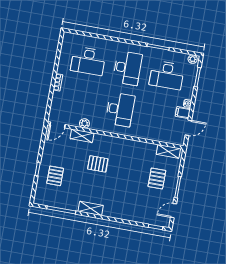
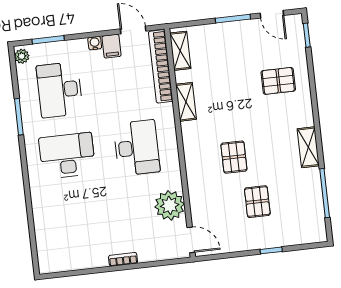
desk: (88, 61) -> (75, 222), removed
desk: (167, 75) -> (60, 90), turned 180
desk: (120, 109) -> (137, 148), turned 90
plant: (84, 123) -> (170, 205), width x1.88, depth x1.88
shelving: (82, 136) -> (186, 102), moved
bookcase: (163, 137) -> (161, 66), added
pallet: (55, 176) -> (257, 202), moved, turned 90
pallet: (157, 178) -> (278, 81), moved

